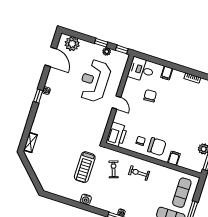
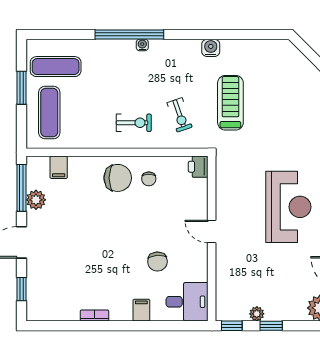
reception desk: (95, 81) -> (288, 207), moved
printer: (117, 135) -> (198, 167), width x0.53, depth x0.68
chair: (157, 147) -> (118, 178), turned 180
filing cabinet: (174, 158) -> (59, 167), moved

